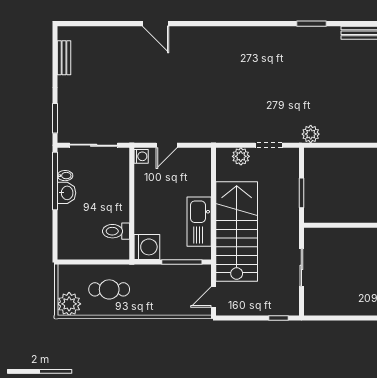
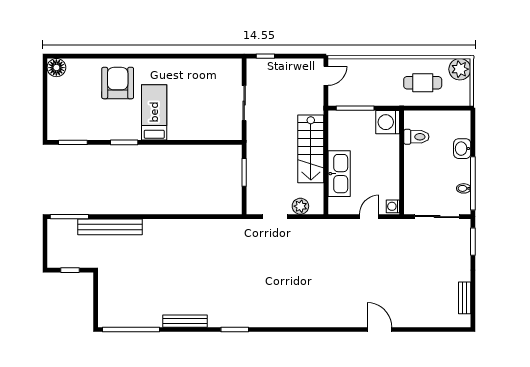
plant: (311, 134) -> (236, 227), removed
washbasin: (67, 193) -> (462, 149), moved
kitchen sink: (199, 222) -> (339, 174), moved
stairs: (237, 232) -> (311, 149), width x0.73, depth x0.66

